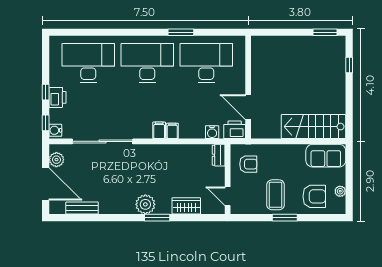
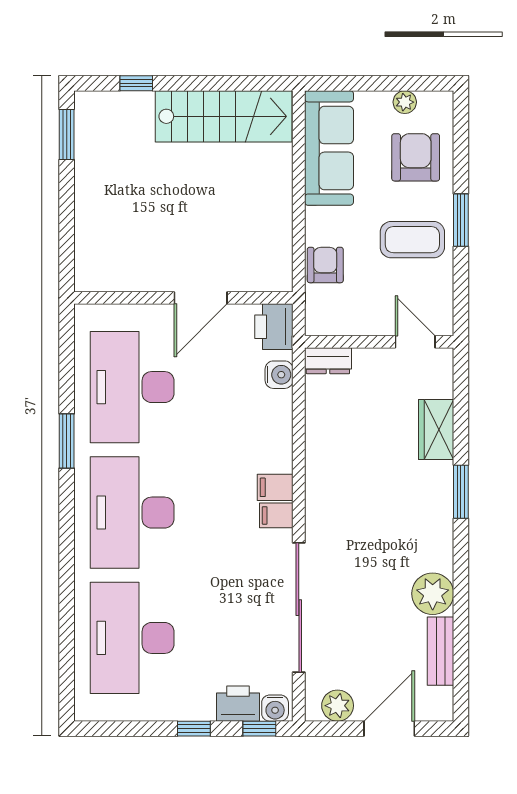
printer: (57, 97) -> (238, 704), moved
door: (248, 107) -> (201, 298), moved
stairs: (314, 127) -> (224, 116), moved, turned -90
filing cabinet: (172, 131) -> (276, 515), moved
sofa: (326, 156) -> (329, 148), width x1.36
armchair: (248, 164) -> (325, 265), moved
door: (46, 184) -> (389, 729), width x0.73
door: (228, 196) -> (415, 342), swing flipped
plant: (145, 204) -> (433, 594), moved

